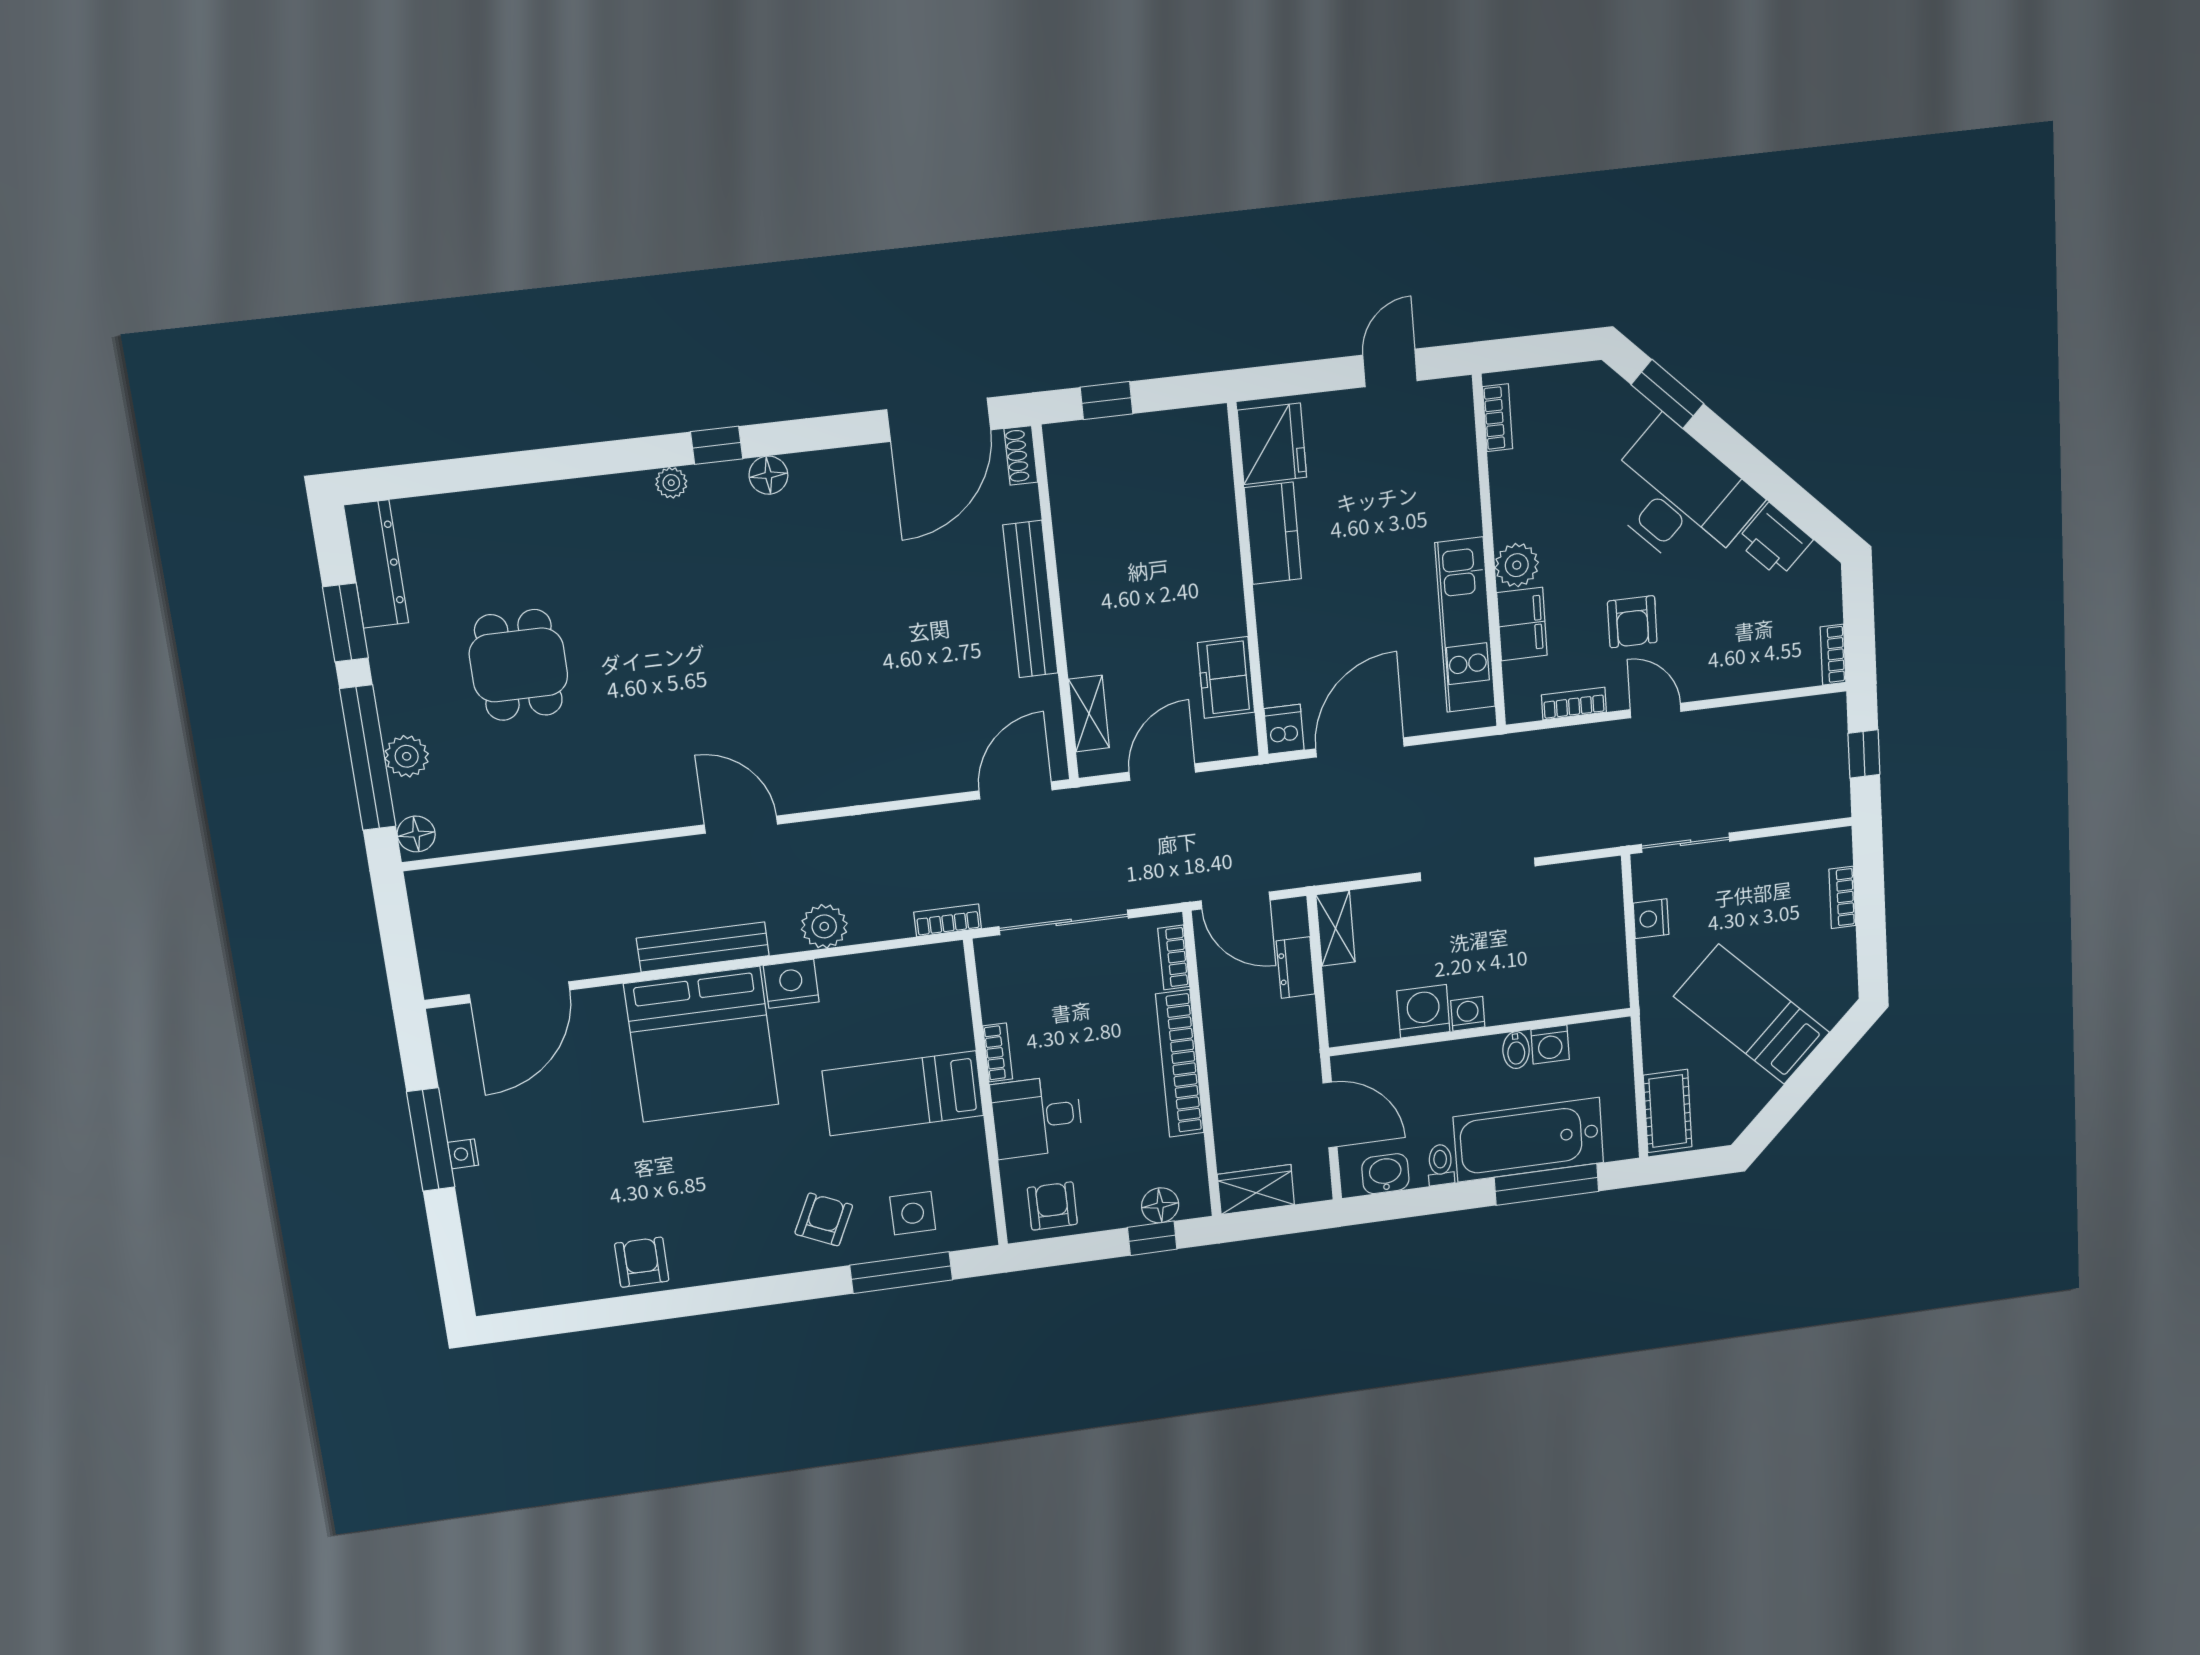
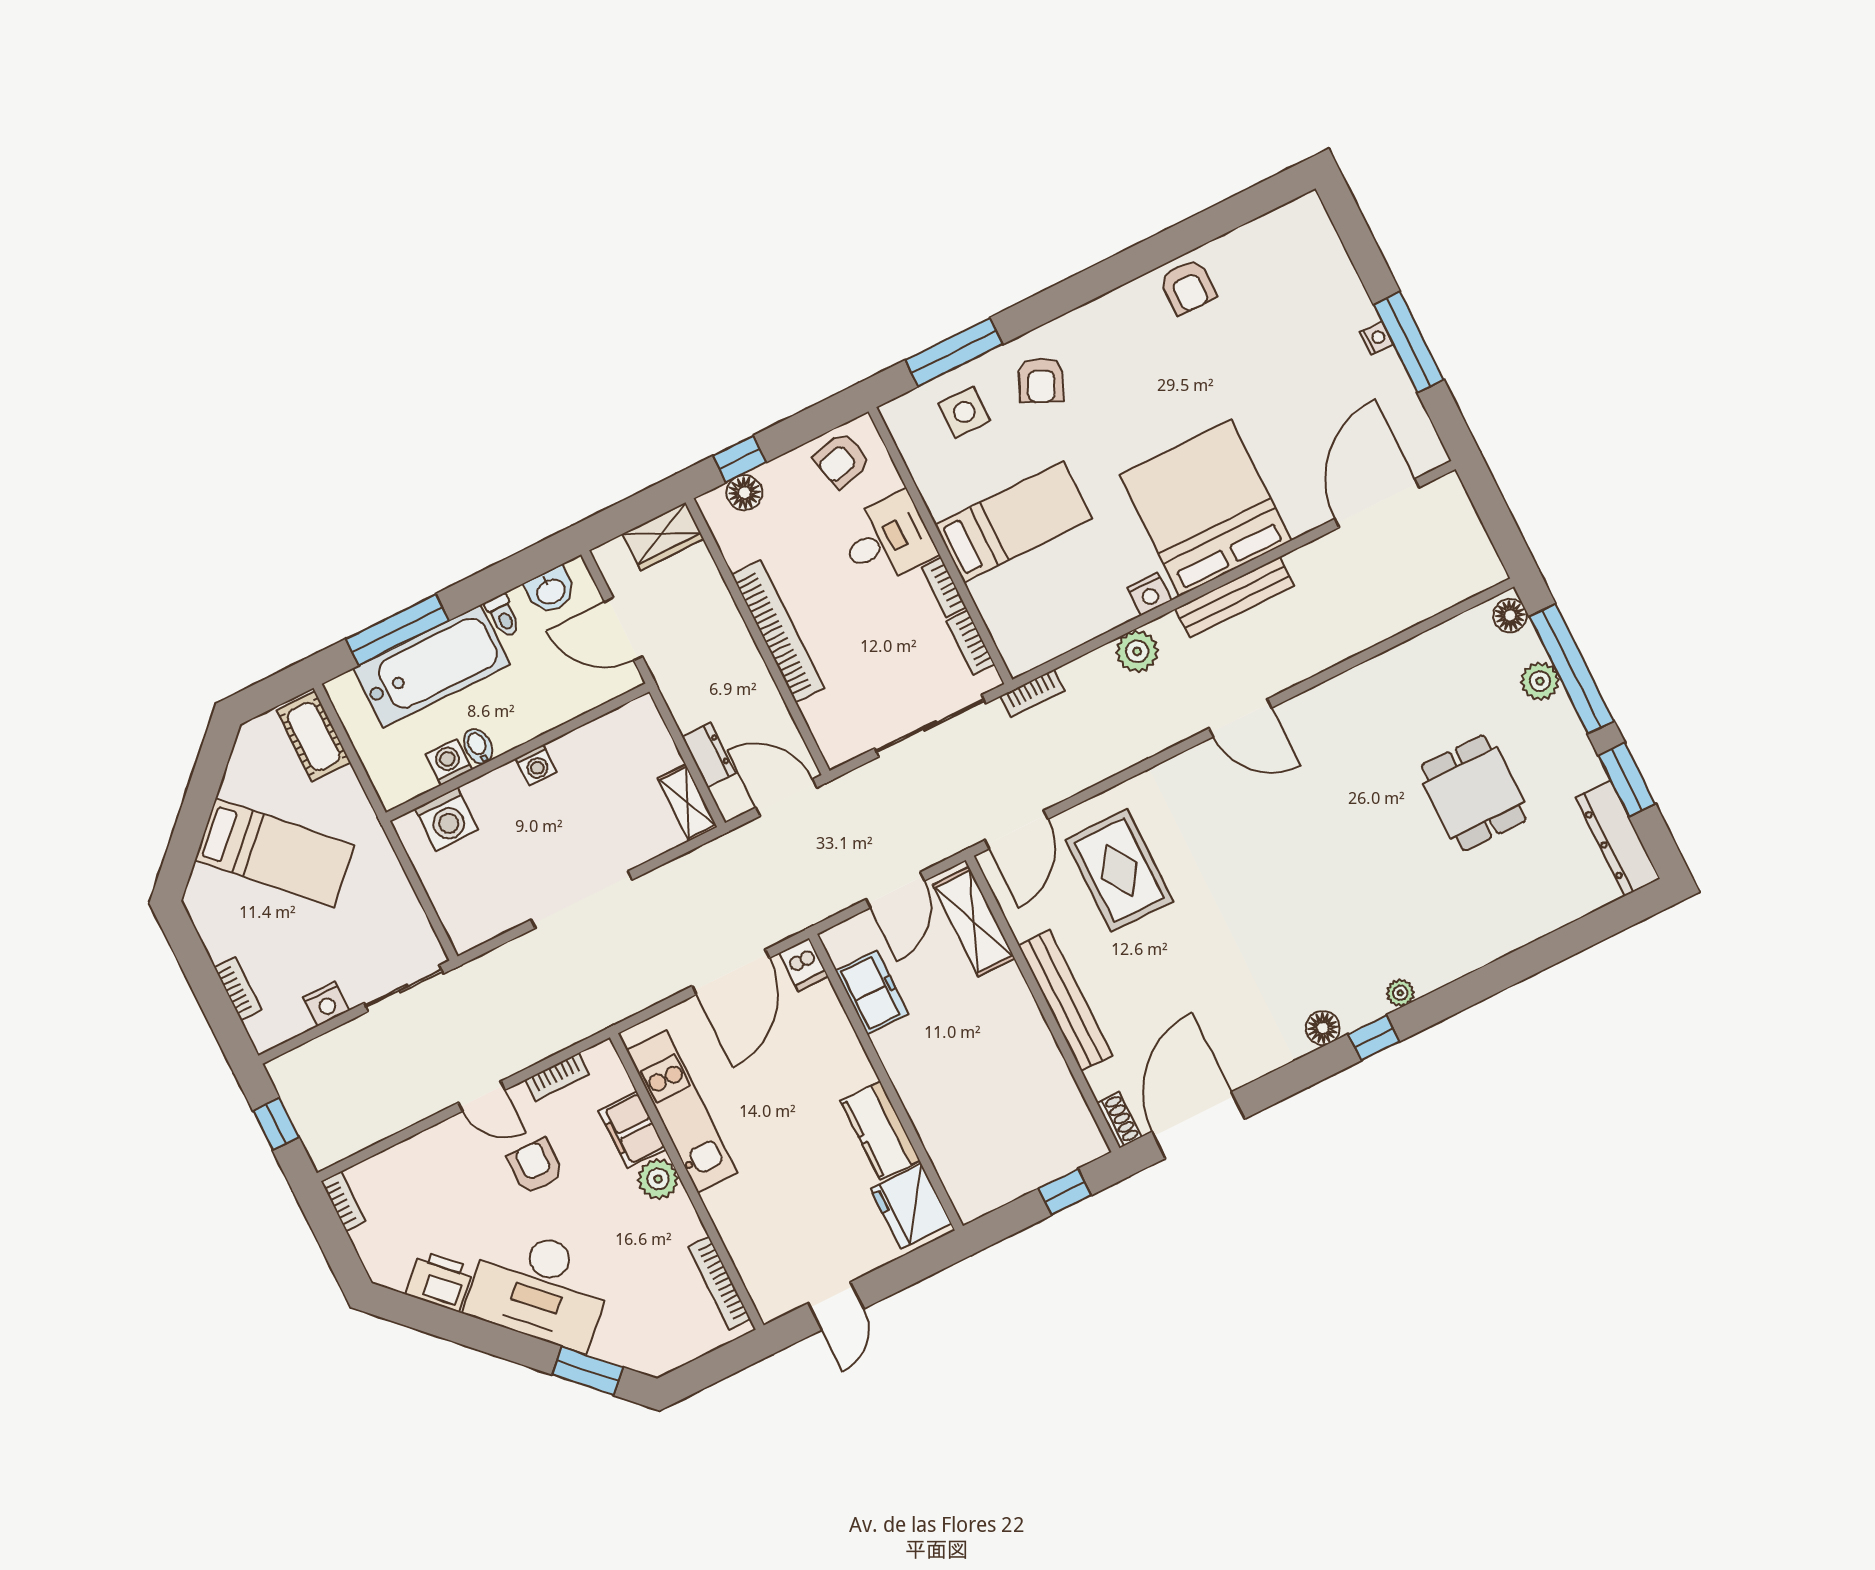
bookcase: (1498, 418) -> (719, 1283), width x1.56
rug: (925, 713) -> (1119, 870), added
shelving: (1089, 714) -> (974, 922), width x1.50, depth x1.33
nightstand: (1651, 919) -> (326, 1004), moved, turned 90
bookcase: (1174, 957) -> (970, 642), moved, turned 180
nightstand: (791, 984) -> (1149, 594), width x0.74, depth x0.75
washing machine: (1423, 1011) -> (447, 819), moved
armchair: (1052, 1206) -> (842, 460), turned 76

